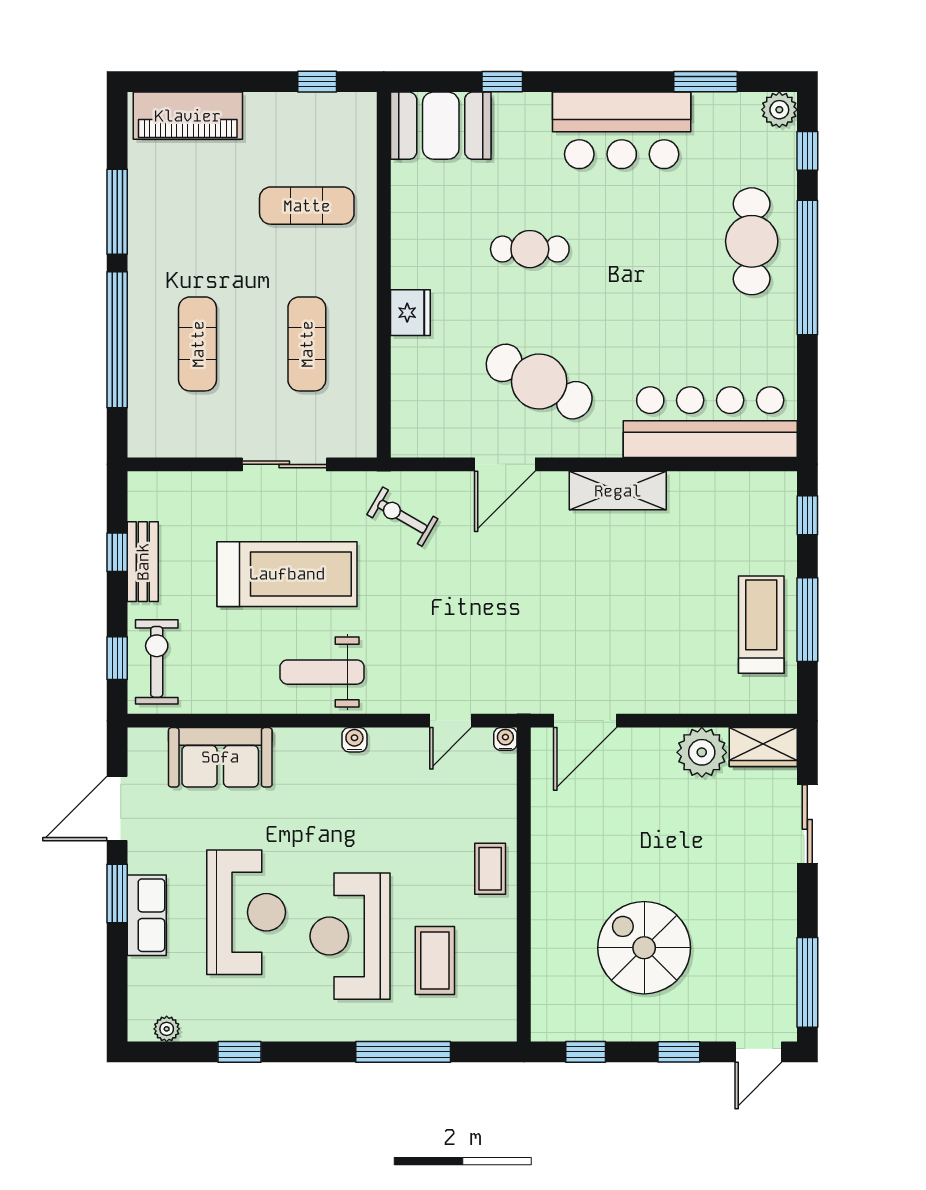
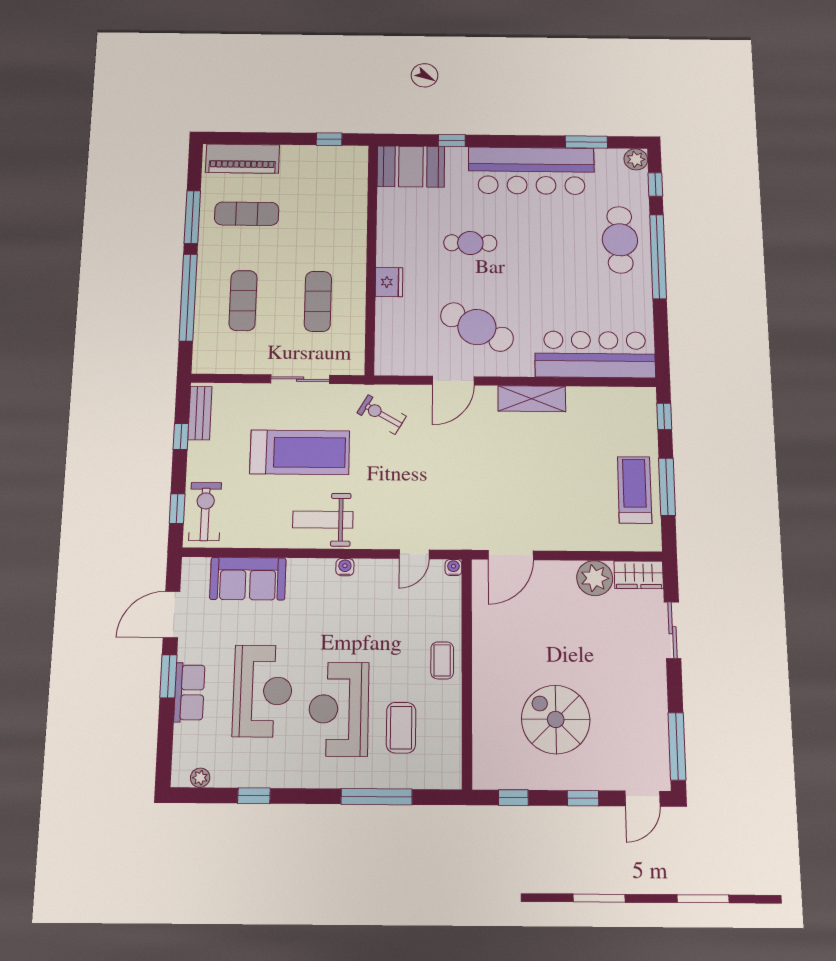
bar counter: (622, 130) -> (531, 171), width x1.36
exercise mat: (307, 206) -> (247, 214), moved
bench: (143, 562) -> (200, 413), moved

